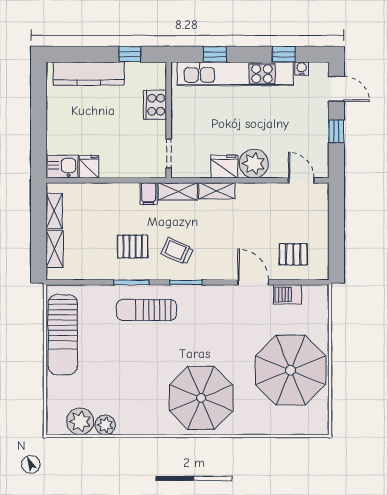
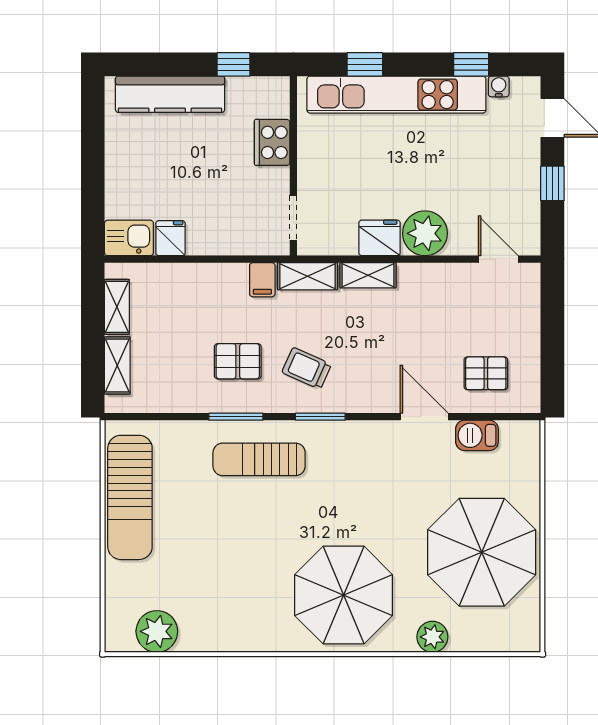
plant: (105, 425) -> (432, 637), moved

